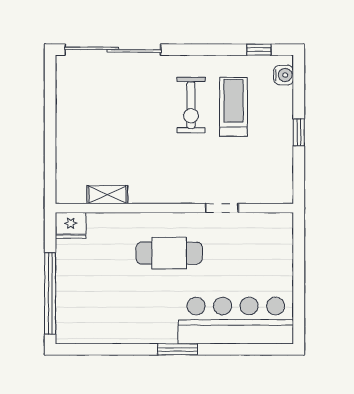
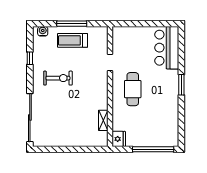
window: (259, 50) -> (30, 58), moved
treadmill: (233, 107) -> (72, 40), moved
window: (299, 132) -> (72, 24), width x2.17
bar counter: (236, 321) -> (167, 48), width x0.73

